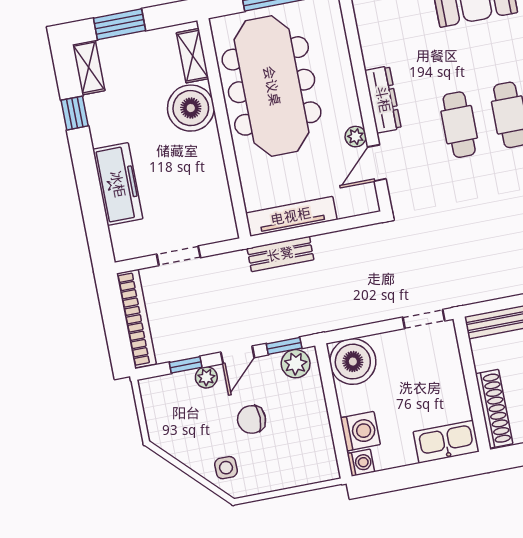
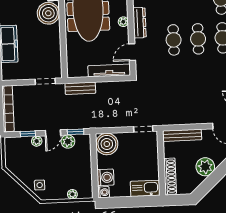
plant: (356, 137) -> (123, 22), moved
tv unit: (291, 216) -> (109, 70), moved
doorway: (179, 256) -> (45, 81), moved
plant: (296, 364) -> (68, 142), moved
chair: (252, 419) -> (55, 164), removed
plant: (297, 477) -> (72, 194), added

